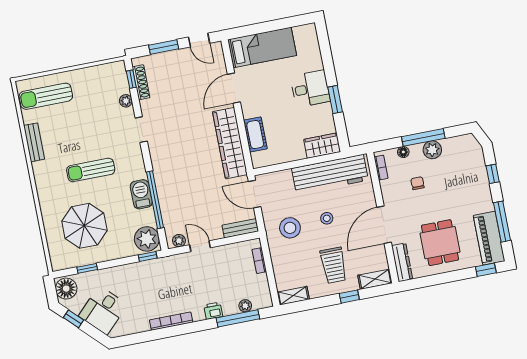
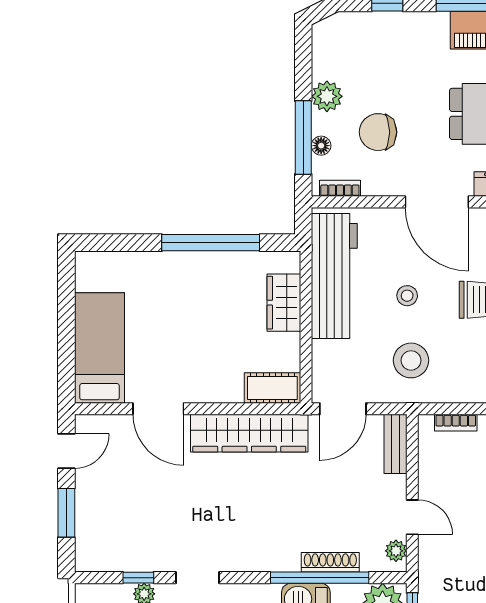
window: (131, 79) -> (138, 578), moved
shoe rack: (141, 82) -> (330, 562), moved
desk: (310, 89) -> (184, 281), removed
window: (335, 99) -> (211, 243), width x2.11
cot: (255, 135) -> (272, 388), moved
window: (423, 137) -> (303, 138), moved
wardrobe: (322, 146) -> (284, 303), moved
chair: (417, 183) -> (378, 132), width x1.87, depth x1.87
door: (200, 246) -> (412, 517), swing flipped

